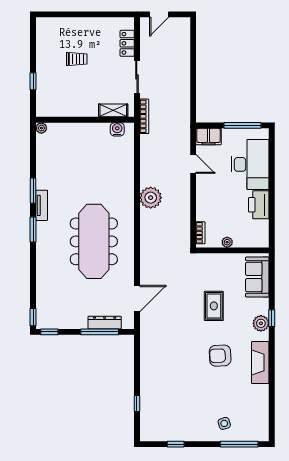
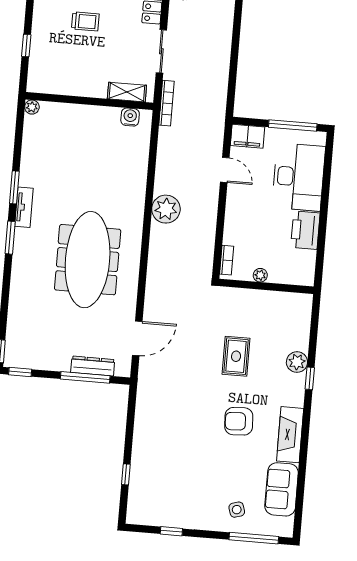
sofa: (257, 277) -> (282, 489), moved
plant: (261, 323) -> (297, 362), moved

